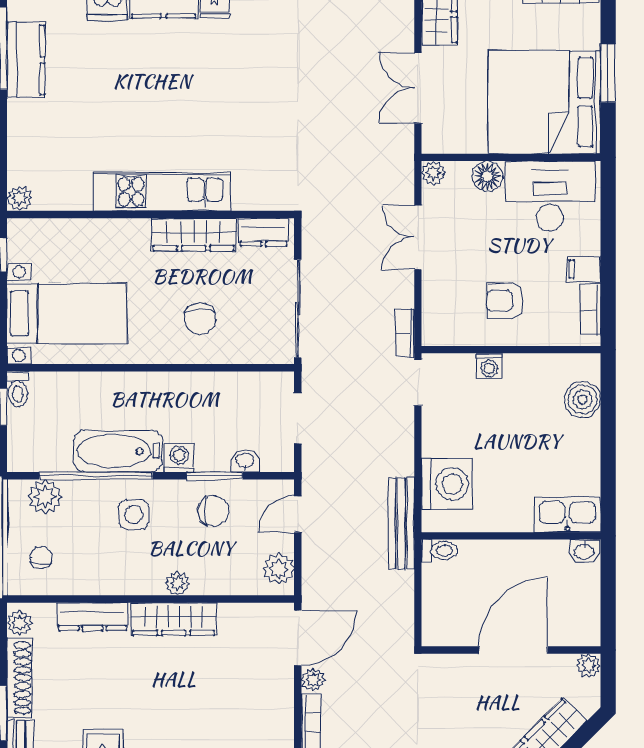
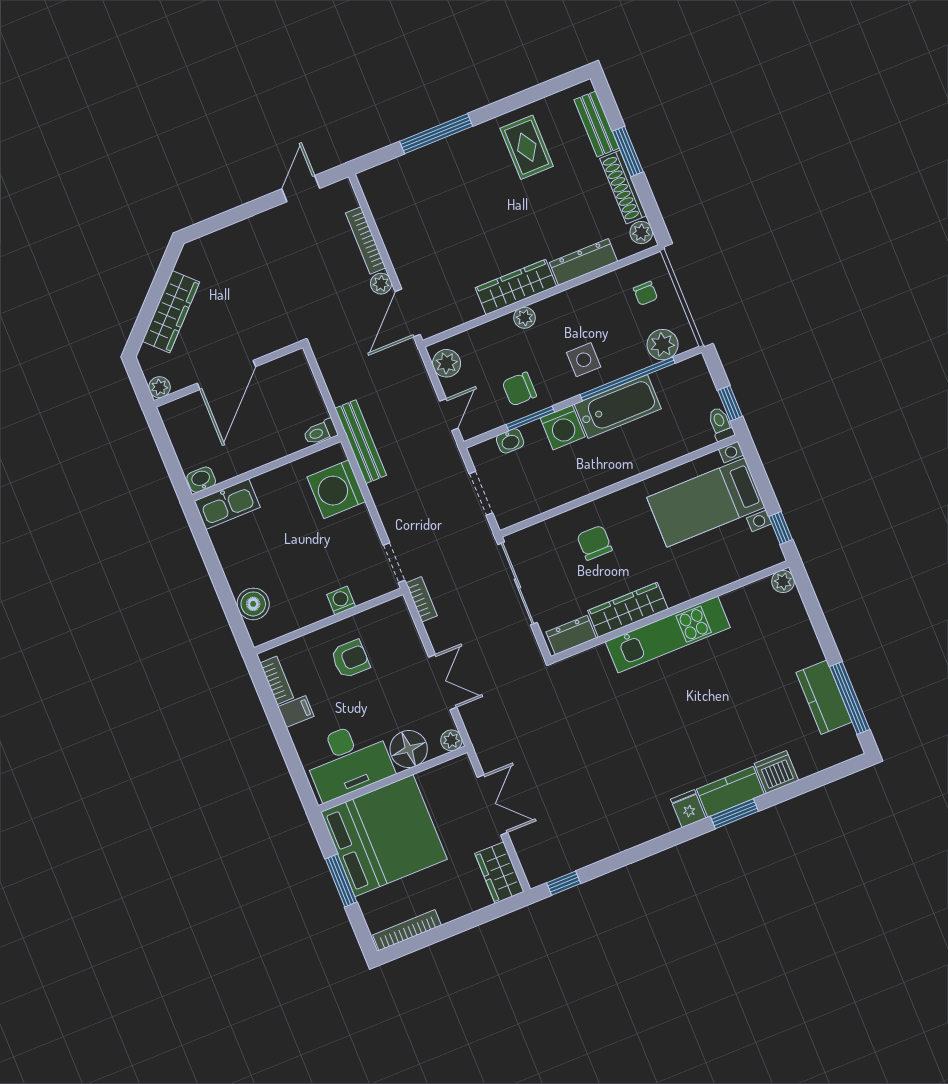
floor lamp: (487, 176) -> (409, 749), width x1.38, depth x1.38
washing machine: (179, 458) -> (563, 427), width x1.38, depth x1.38

